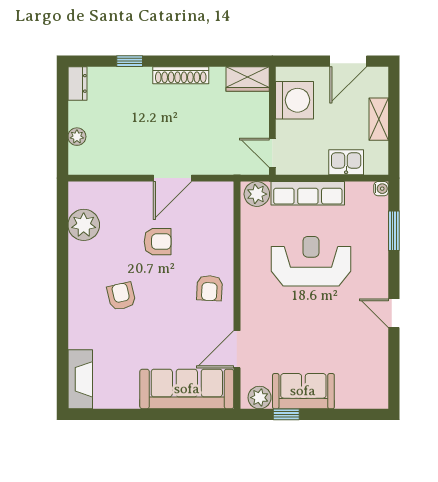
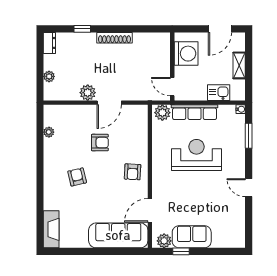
wardrobe: (248, 79) -> (157, 40), removed
plant: (138, 162) -> (88, 93), added
plant: (84, 225) -> (49, 132), width x0.53, depth x0.53

